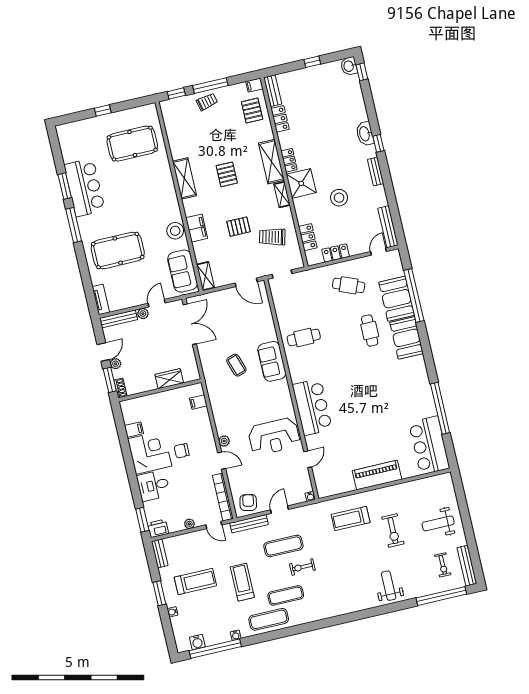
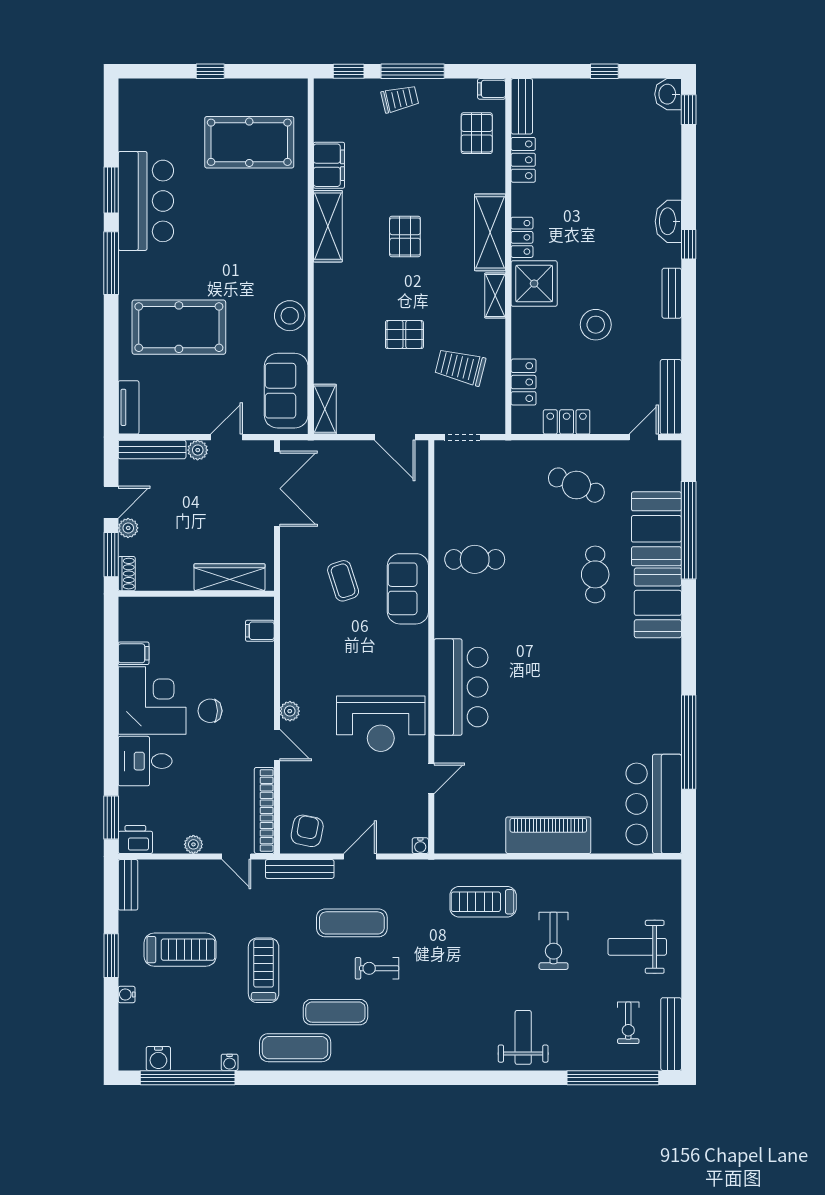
filing cabinet: (197, 228) -> (329, 165), moved
wardrobe: (169, 379) -> (230, 577), width x1.50

